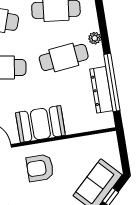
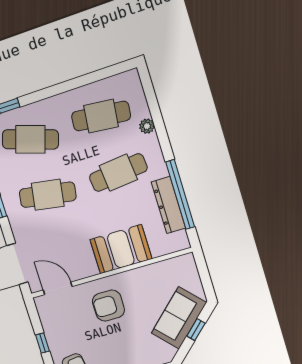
plant: (95, 38) -> (147, 126), moved
booth: (40, 124) -> (121, 249), moved

